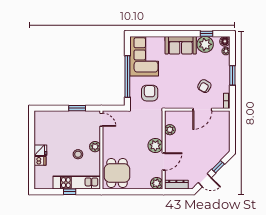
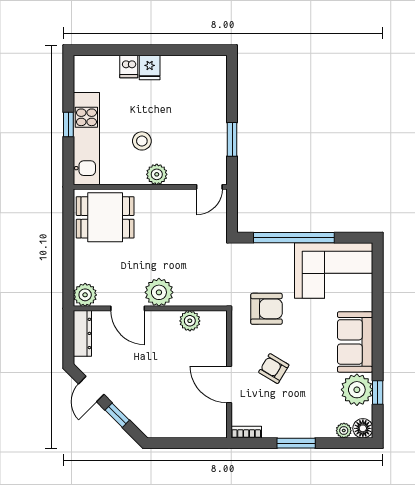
armchair: (204, 86) -> (274, 369), moved
armchair: (150, 93) -> (266, 309), moved

